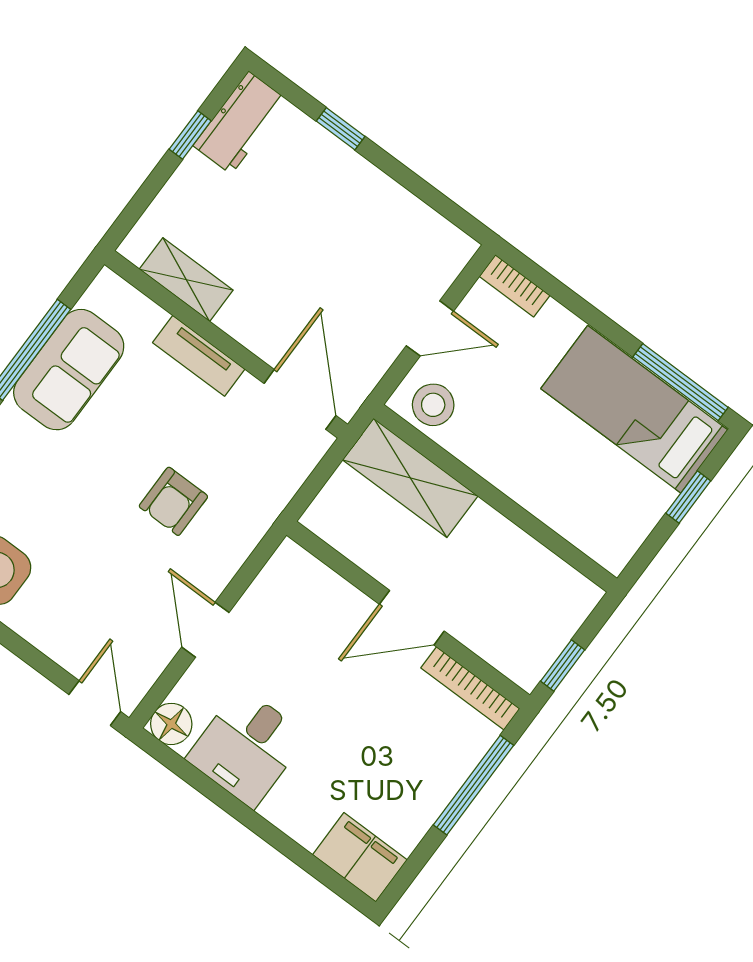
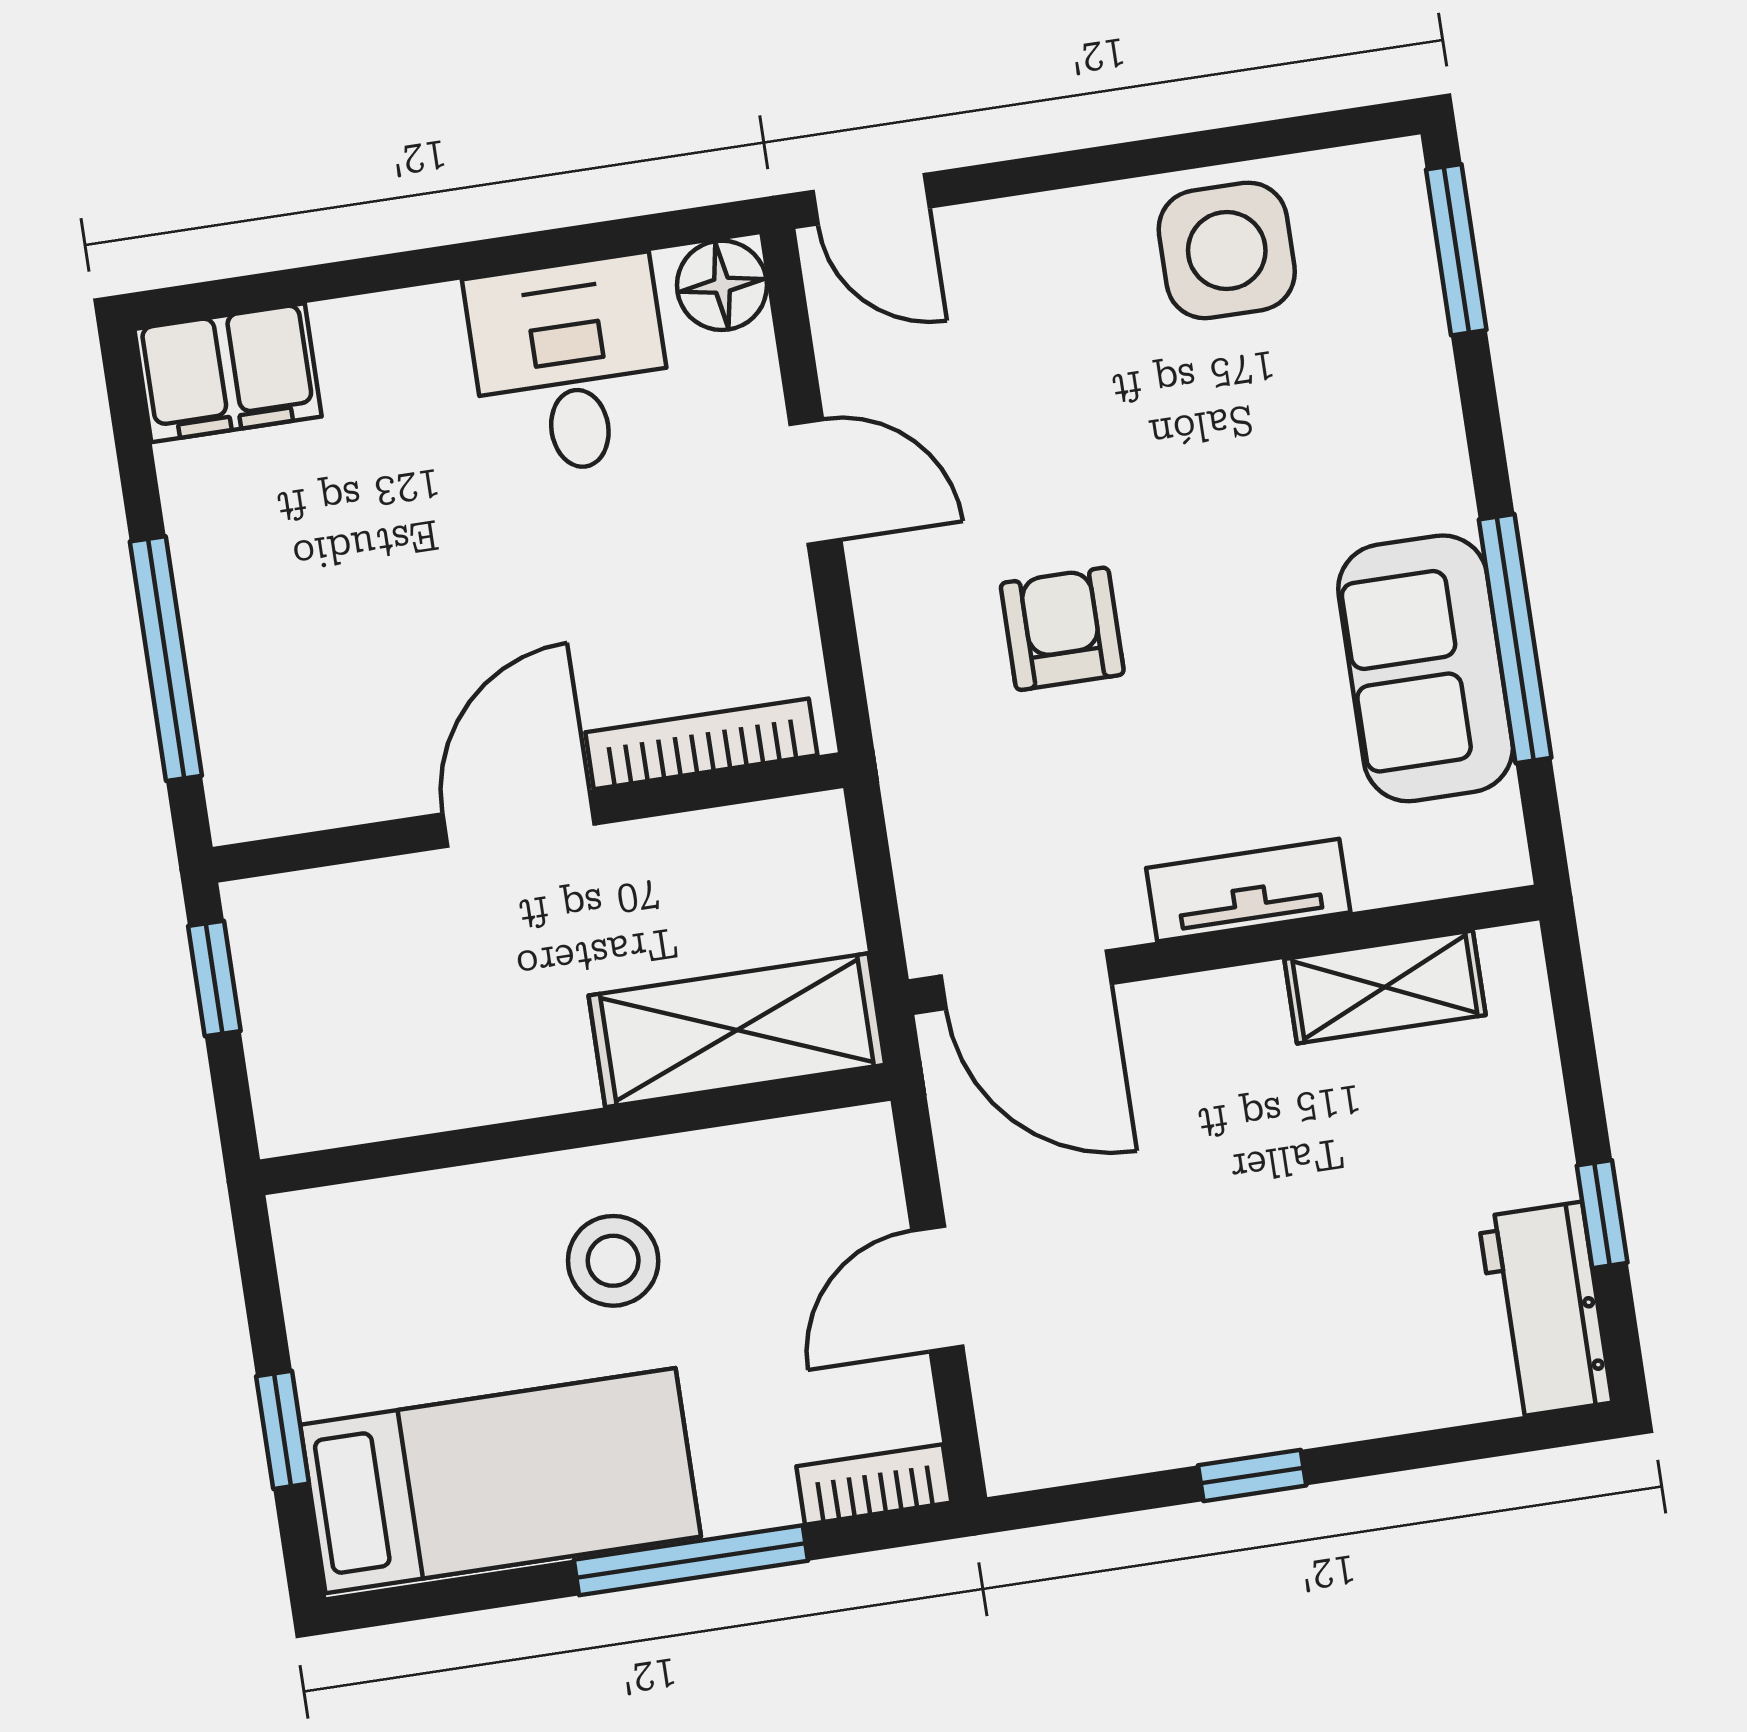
window: (341, 129) -> (1252, 1475), moved
window: (680, 382) -> (691, 1560), moved
stool: (433, 405) -> (613, 1261), moved
bookcase: (470, 688) -> (701, 744), moved

